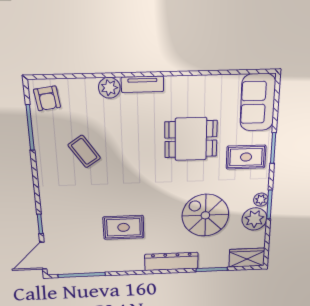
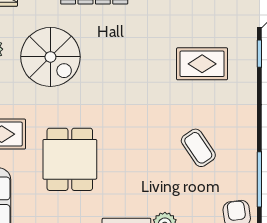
dining table: (191, 139) -> (70, 159), turned 90
rug: (124, 227) -> (202, 64), moved

